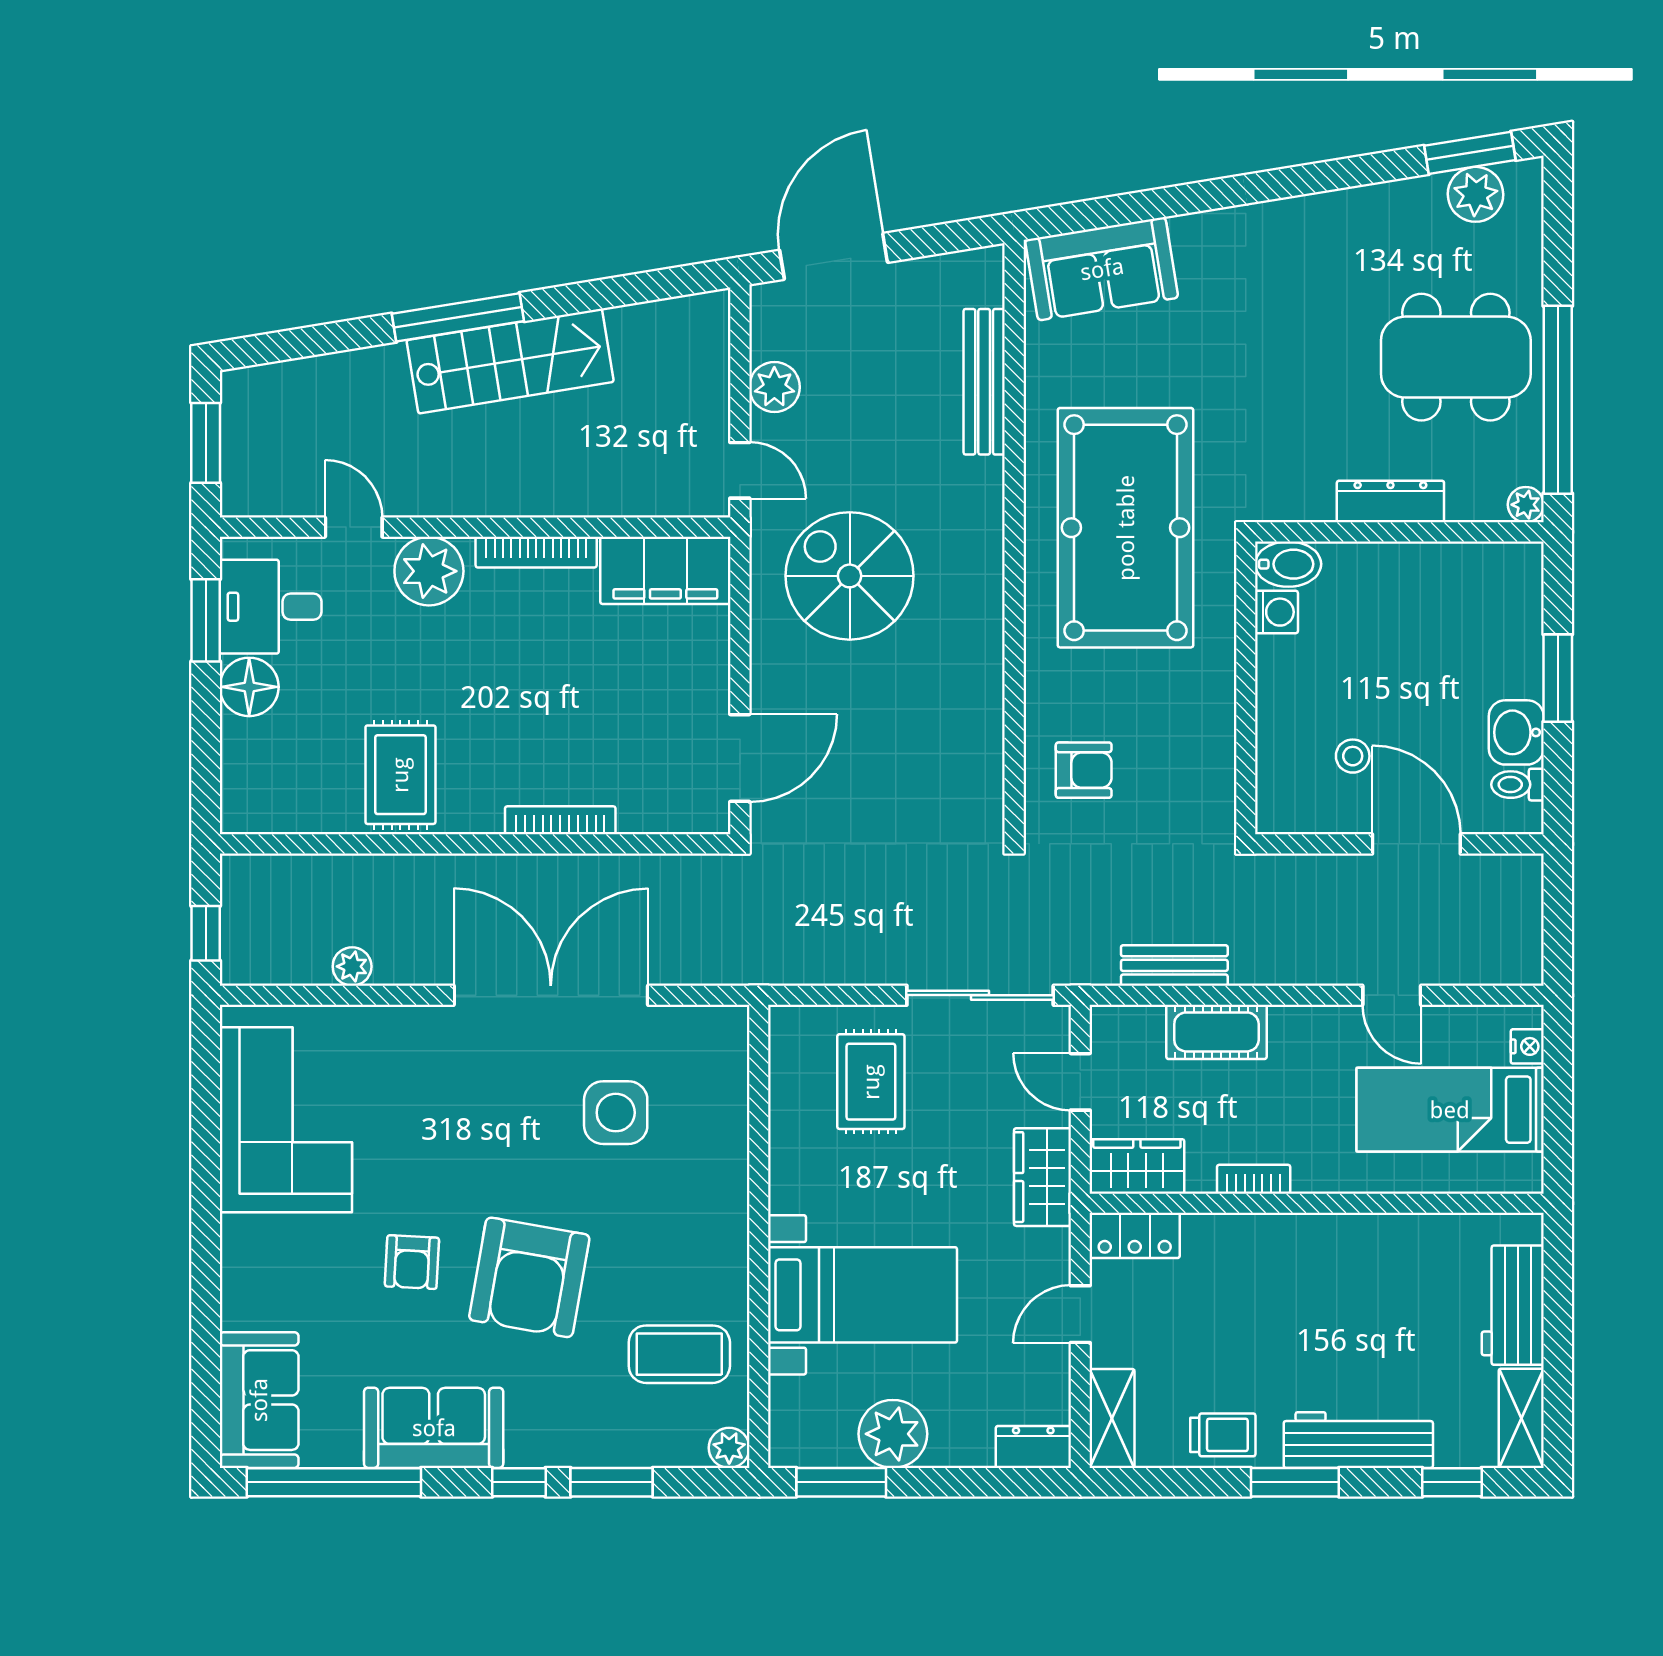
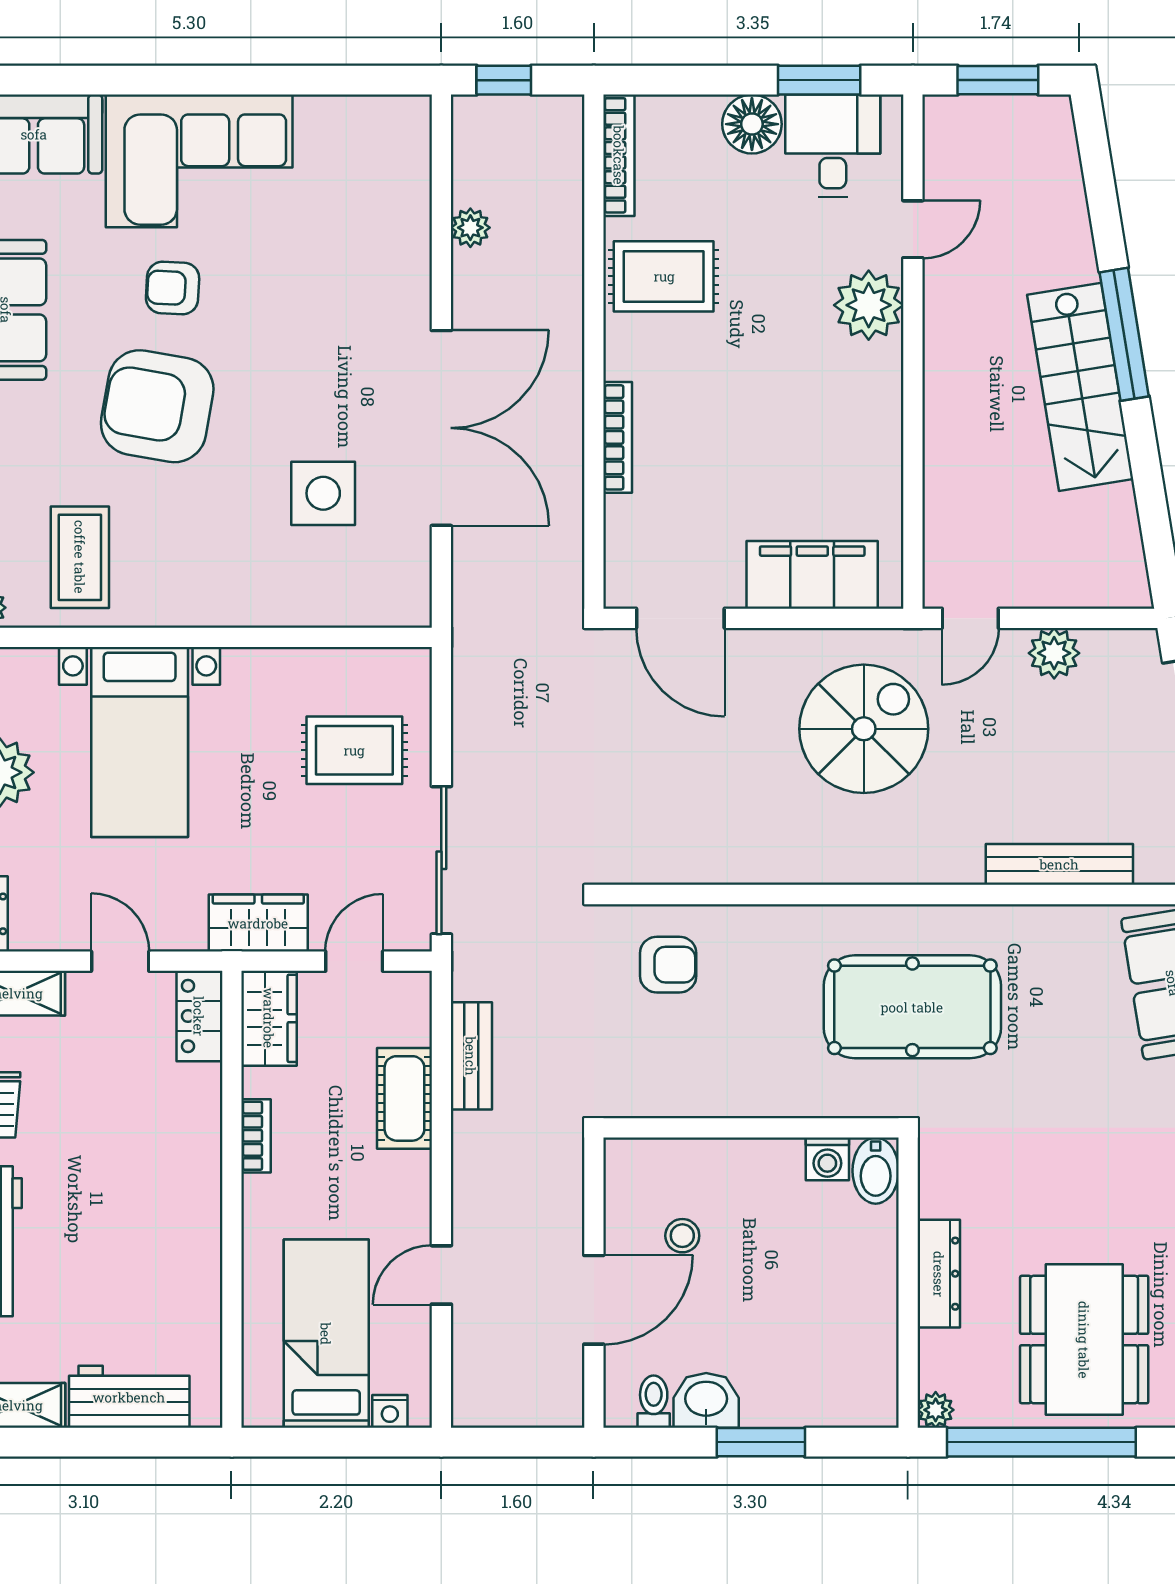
pool table: (1126, 528) -> (912, 1007), width x0.73, depth x0.76
bookcase: (536, 552) -> (619, 155), moved, turned 180
filing cabinet: (665, 570) -> (812, 575), moved, turned 90
armchair: (1084, 770) -> (668, 965), turned -90
corner sofa: (286, 1120) -> (199, 161), moved

